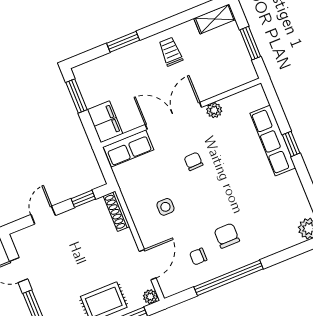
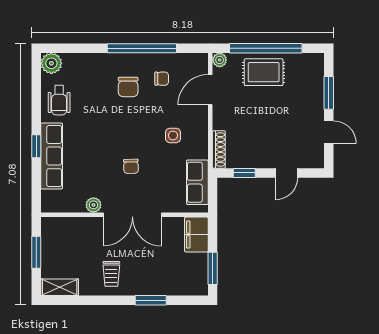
row of seats: (129, 148) -> (197, 182), moved, turned -90
wheelchair: (287, 196) -> (59, 100), added

